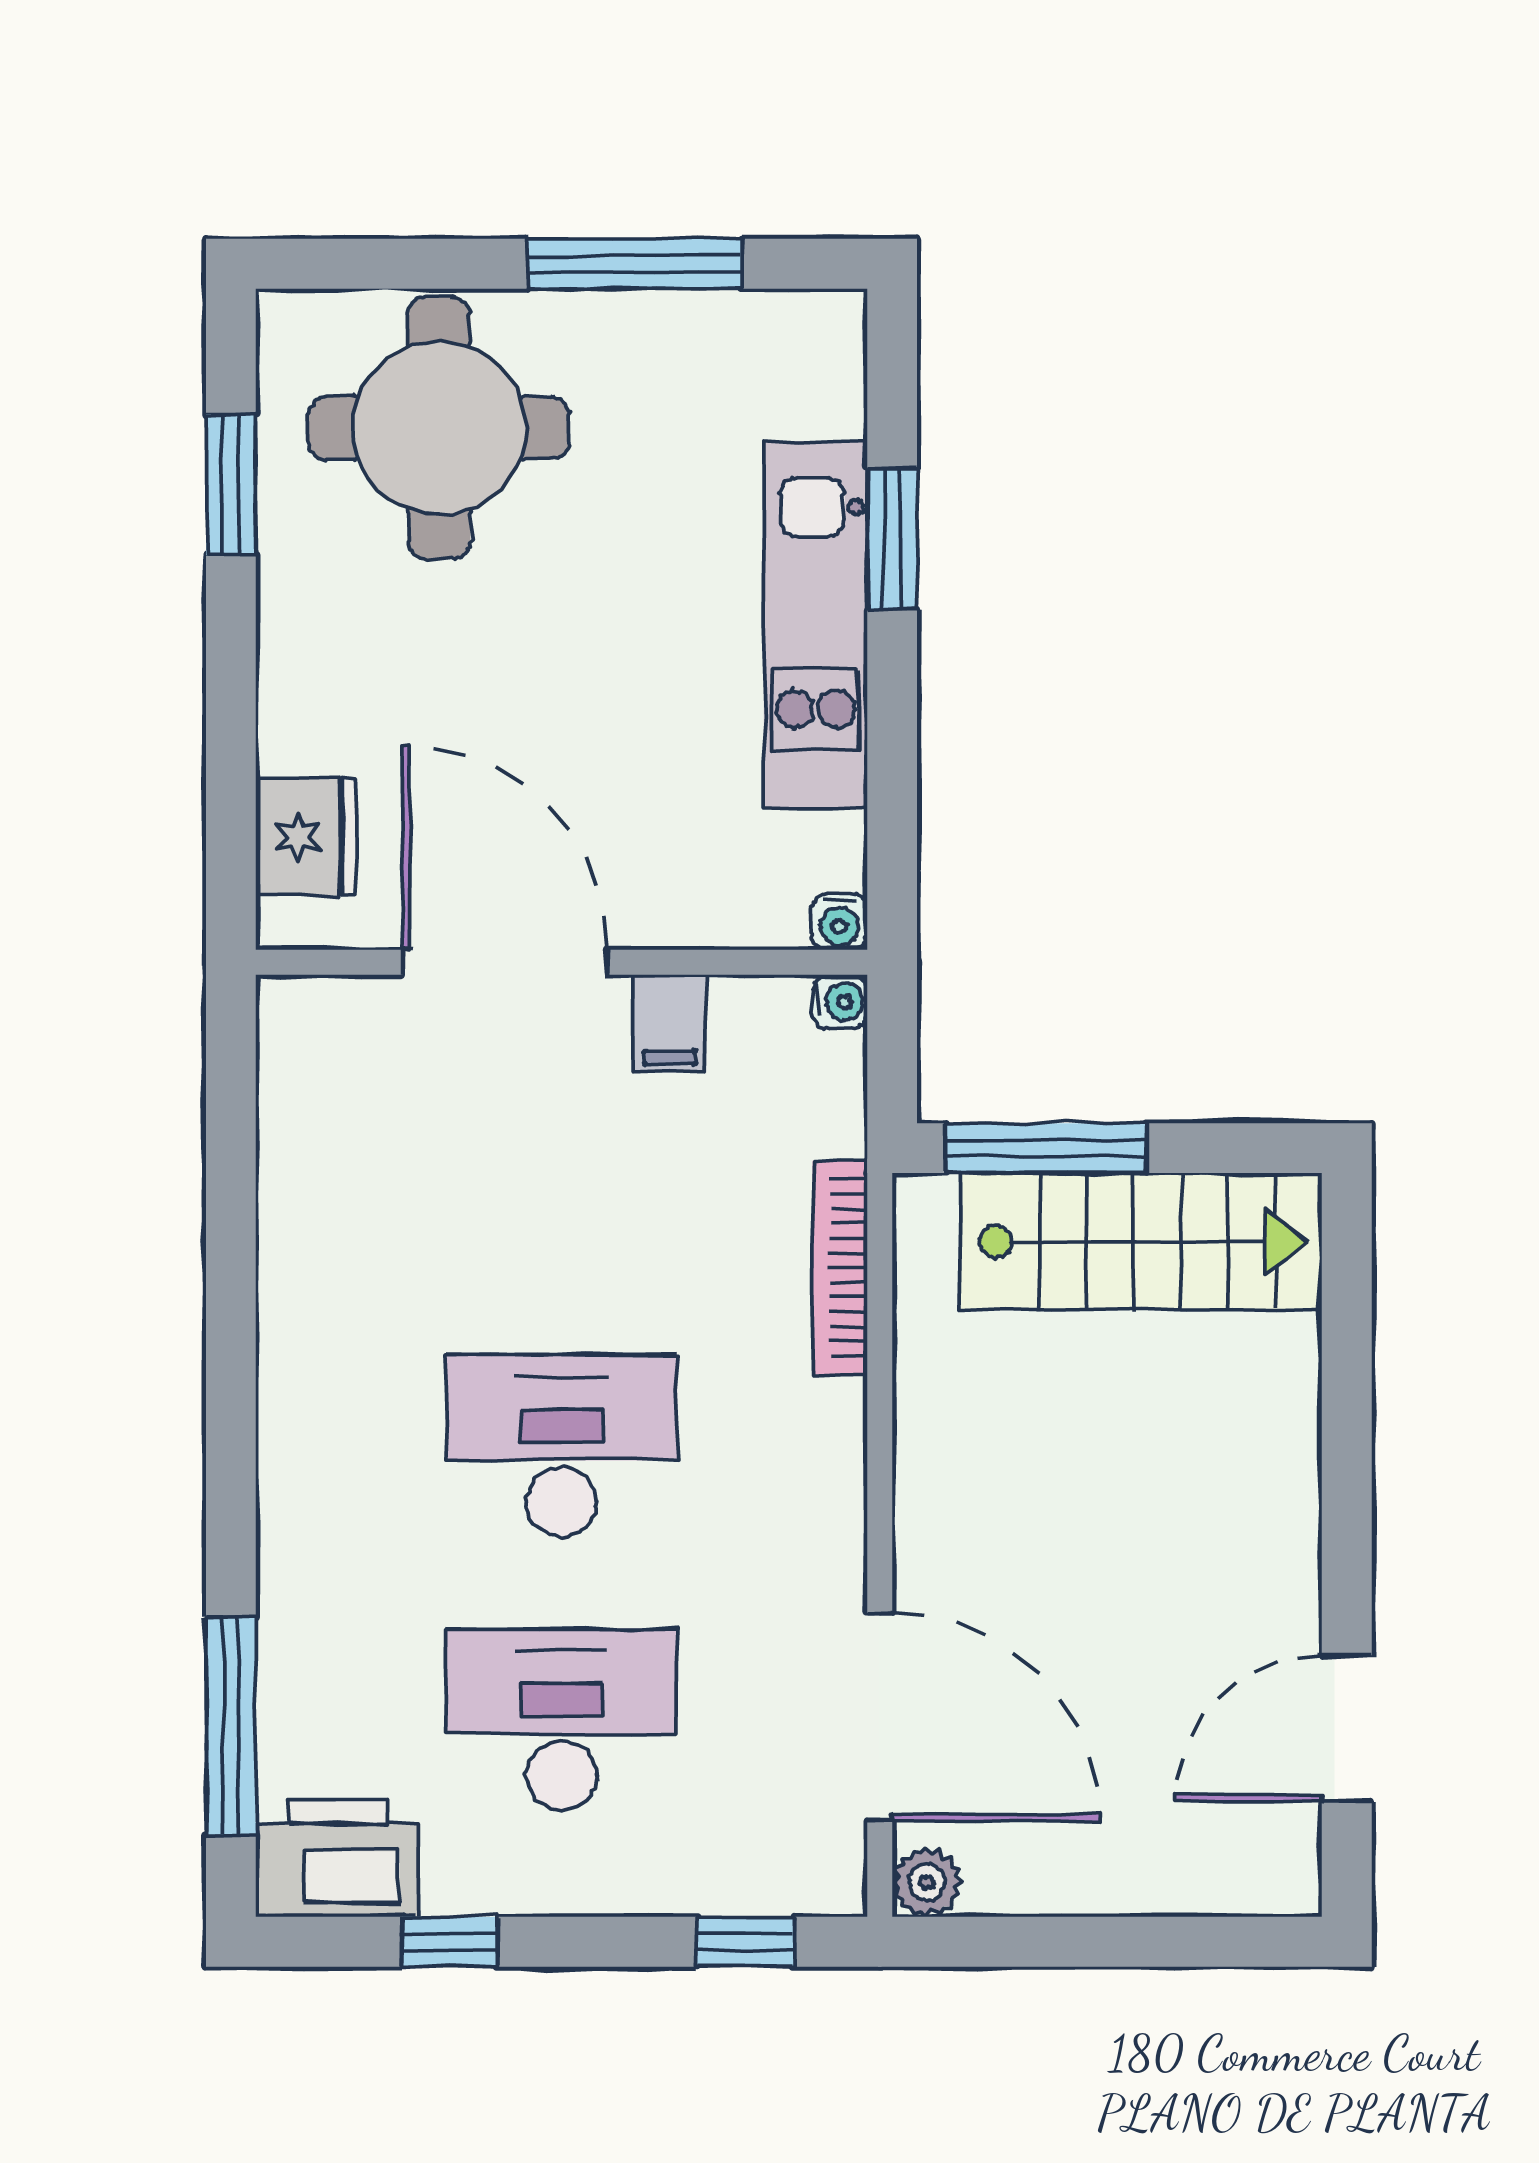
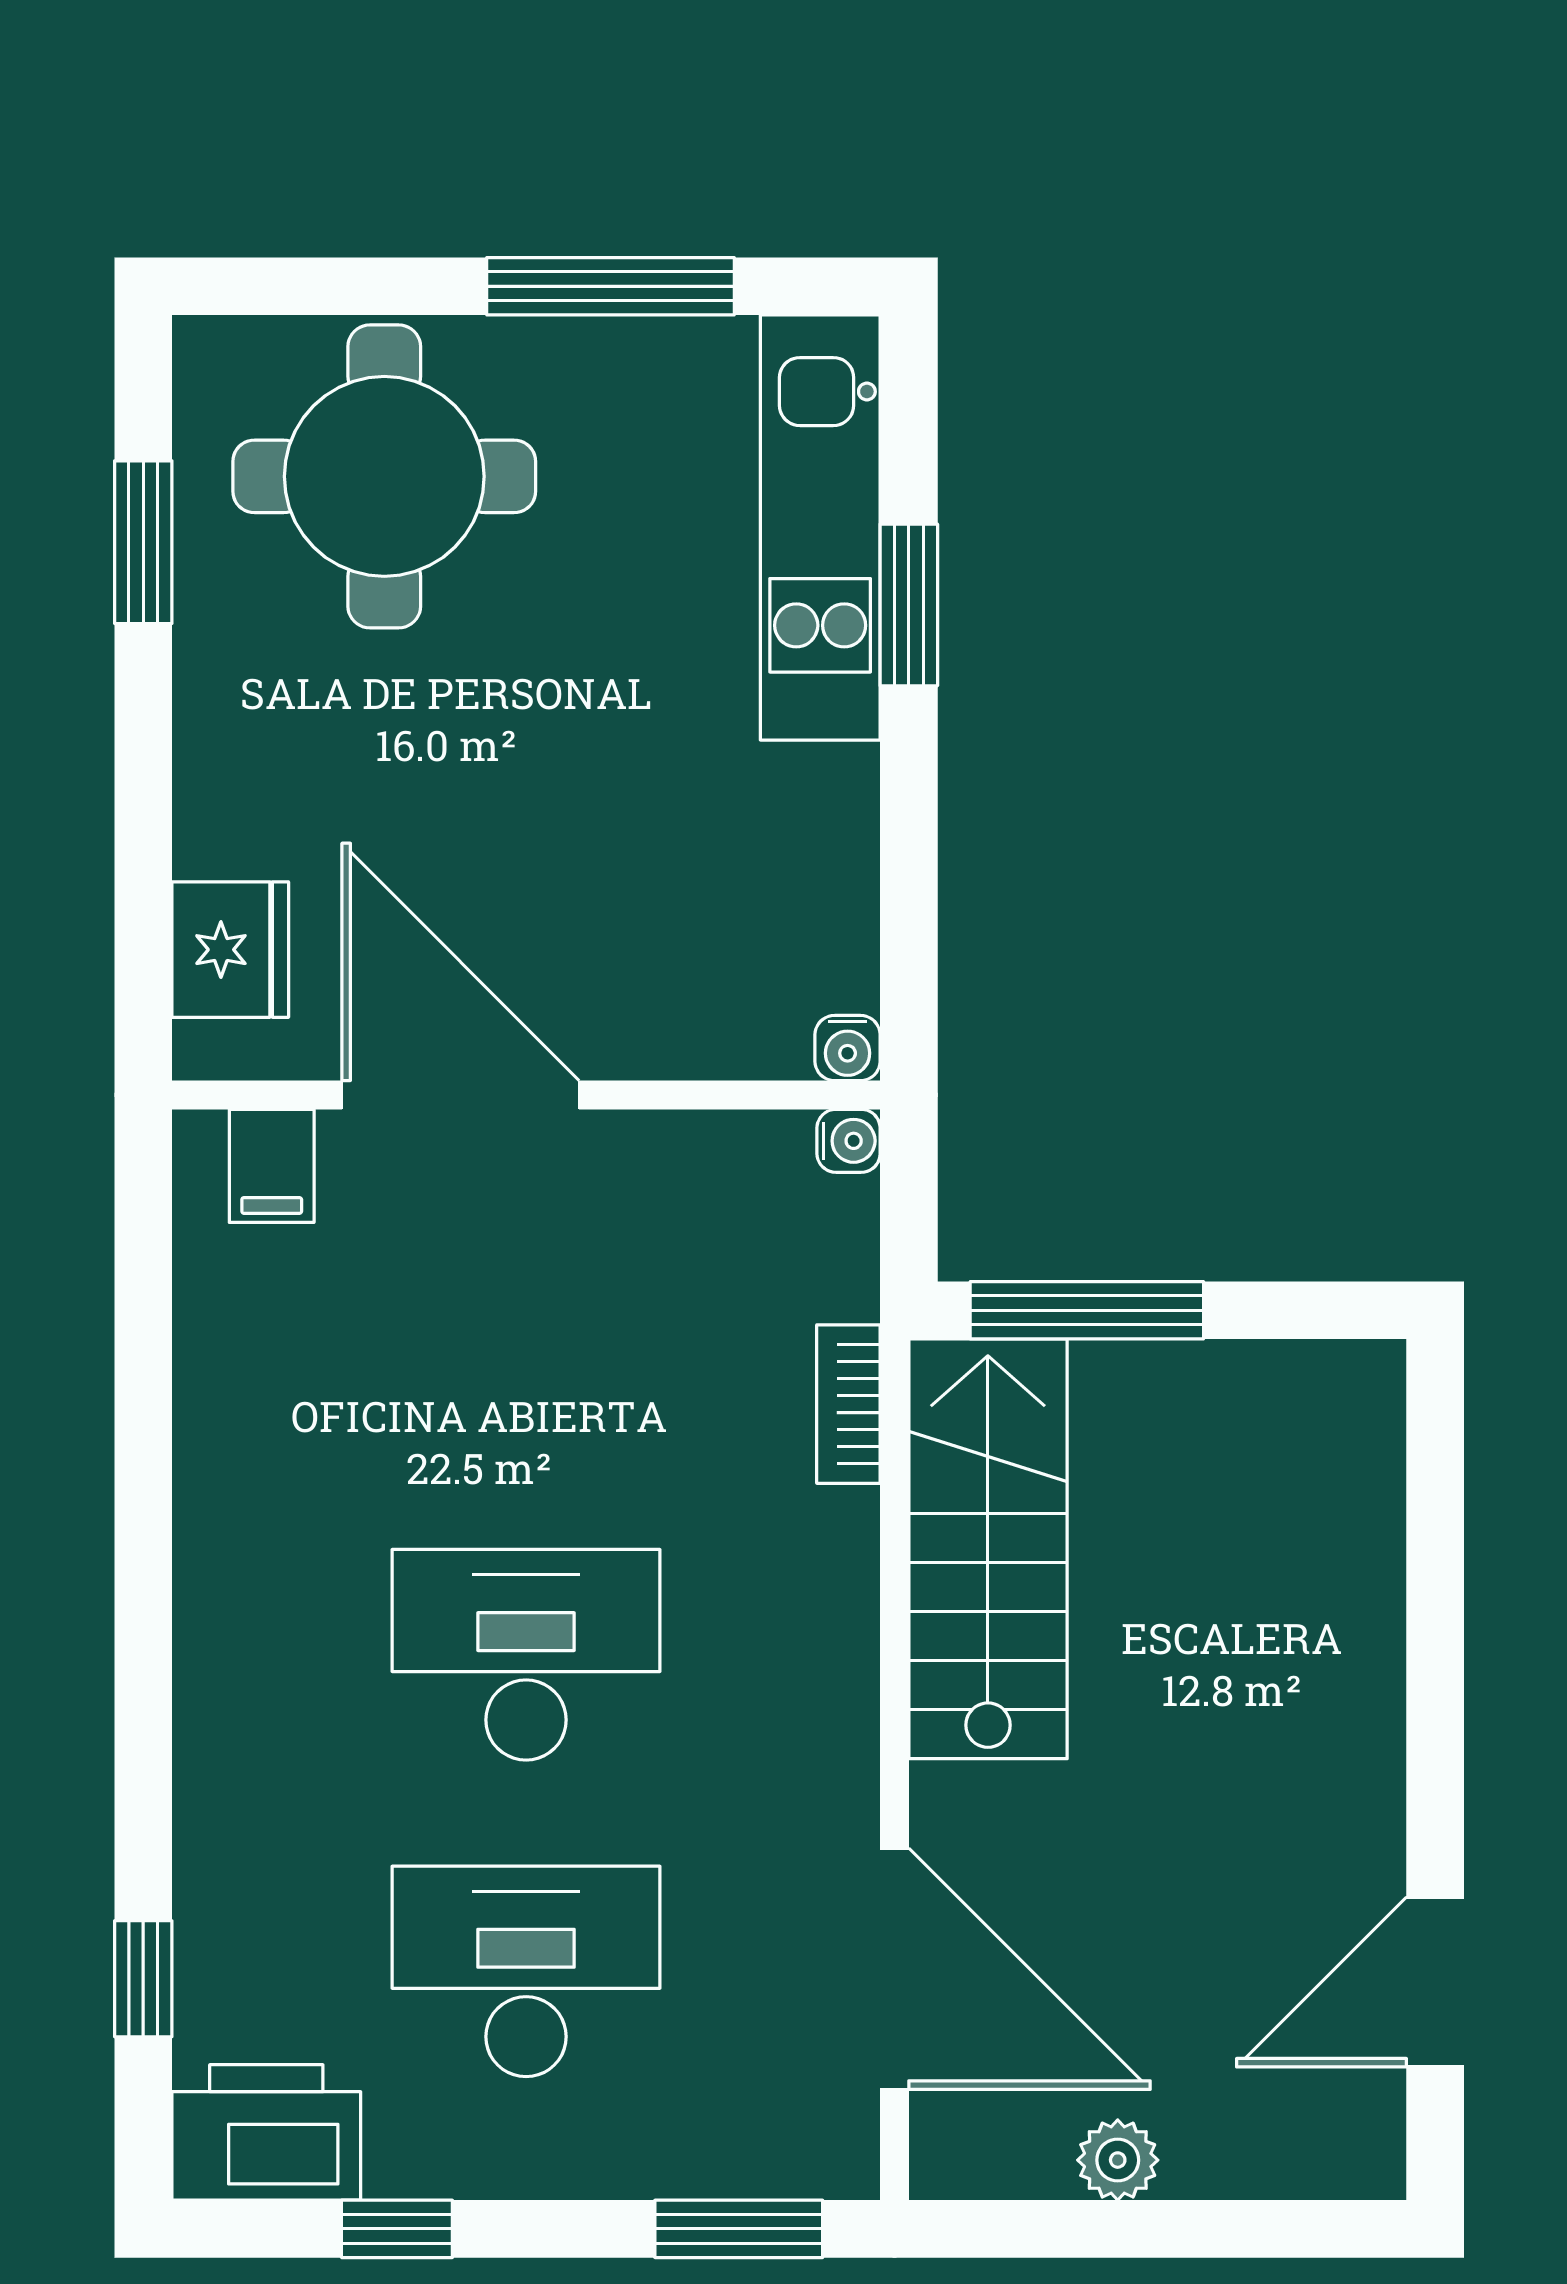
kitchen unit: (816, 625) -> (820, 528), moved
filing cabinet: (670, 1023) -> (272, 1166), moved
stairs: (1141, 1241) -> (988, 1549), moved, turned -90
bookcase: (840, 1268) -> (848, 1404), width x0.64
window: (231, 1726) -> (143, 1979), width x0.46
plant: (927, 1882) -> (1118, 2160), moved
window: (745, 1942) -> (739, 2229), width x1.50

